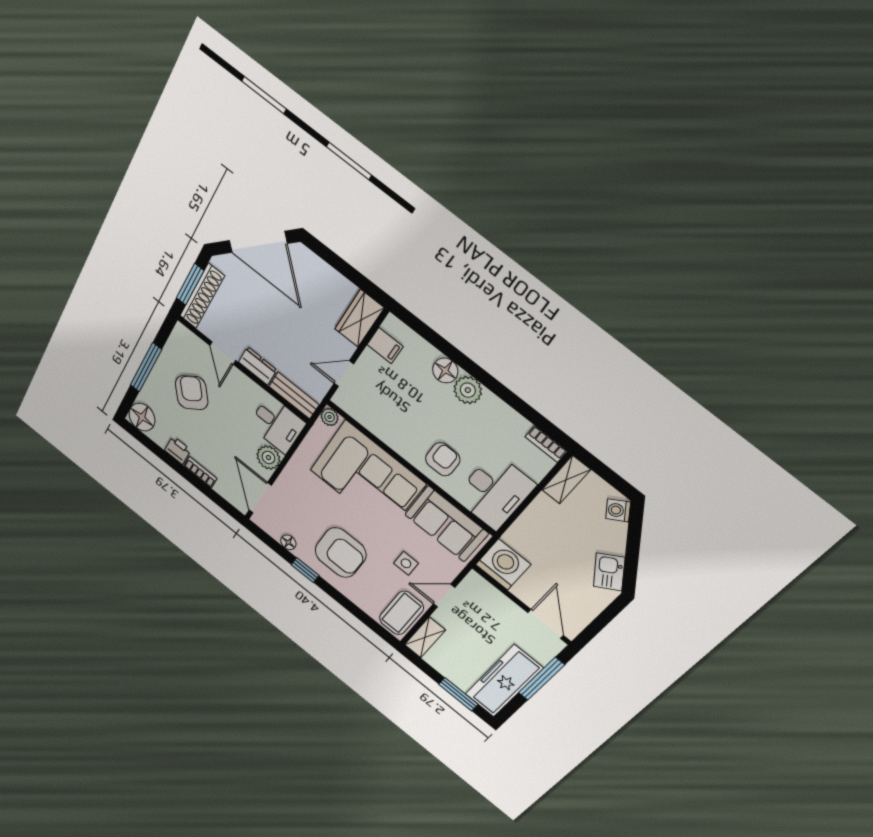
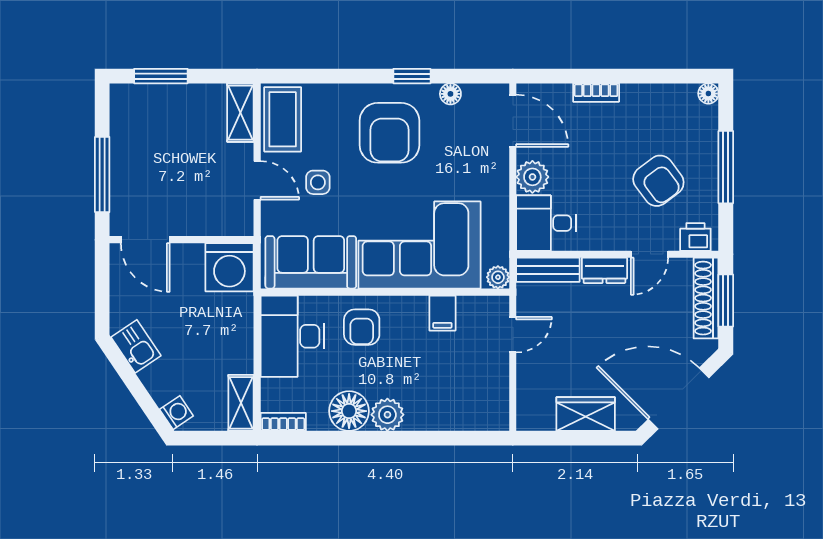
wardrobe: (359, 318) -> (586, 414), moved, turned -90
filing cabinet: (385, 345) -> (442, 313), moved, turned -90
door: (223, 353) -> (650, 254), swing flipped
floor lamp: (445, 371) -> (349, 411), moved, width x1.38, depth x1.38
floor lamp: (142, 417) -> (708, 94), width x0.53, depth x0.53
printer: (178, 450) -> (695, 237), moved, turned 180
armchair: (340, 553) -> (389, 133), turned -90
door: (444, 596) -> (257, 180), hinge flipped
freezer: (504, 681) -> (132, 136), removed

